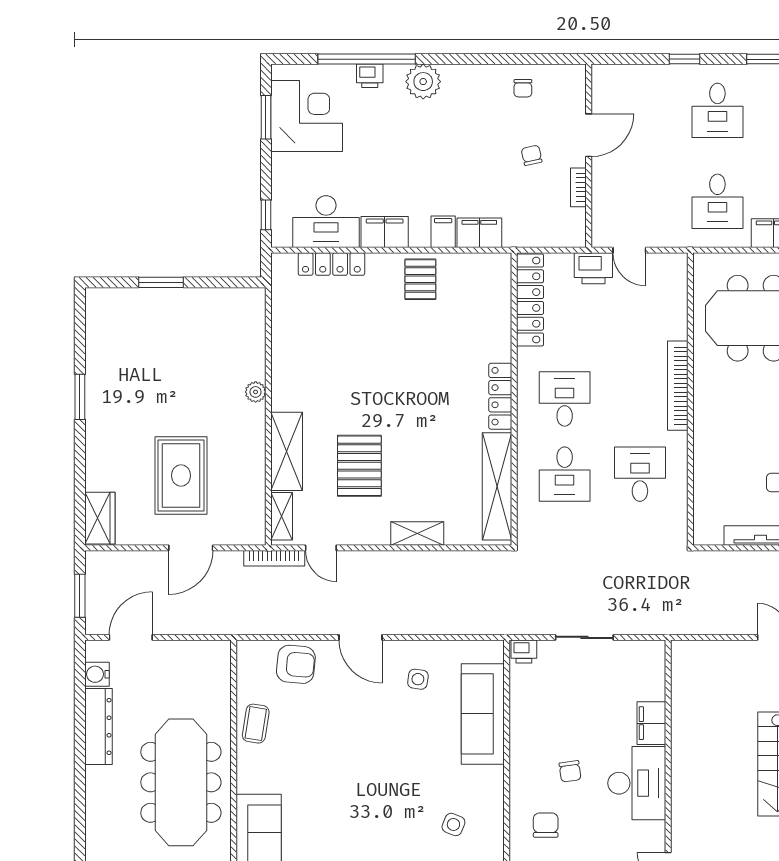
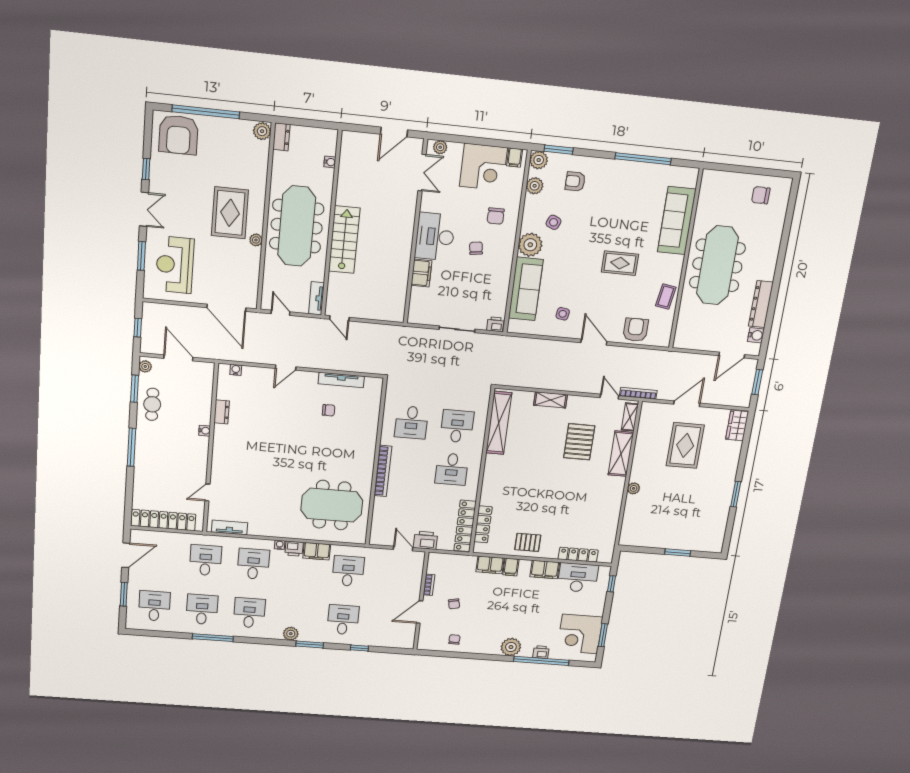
pallet: (420, 279) -> (528, 542), turned 90
locker: (500, 396) -> (483, 524), moved
armchair: (296, 664) -> (636, 330), turned 85
rug: (338, 770) -> (620, 263), added
plant: (485, 785) -> (530, 245), added

